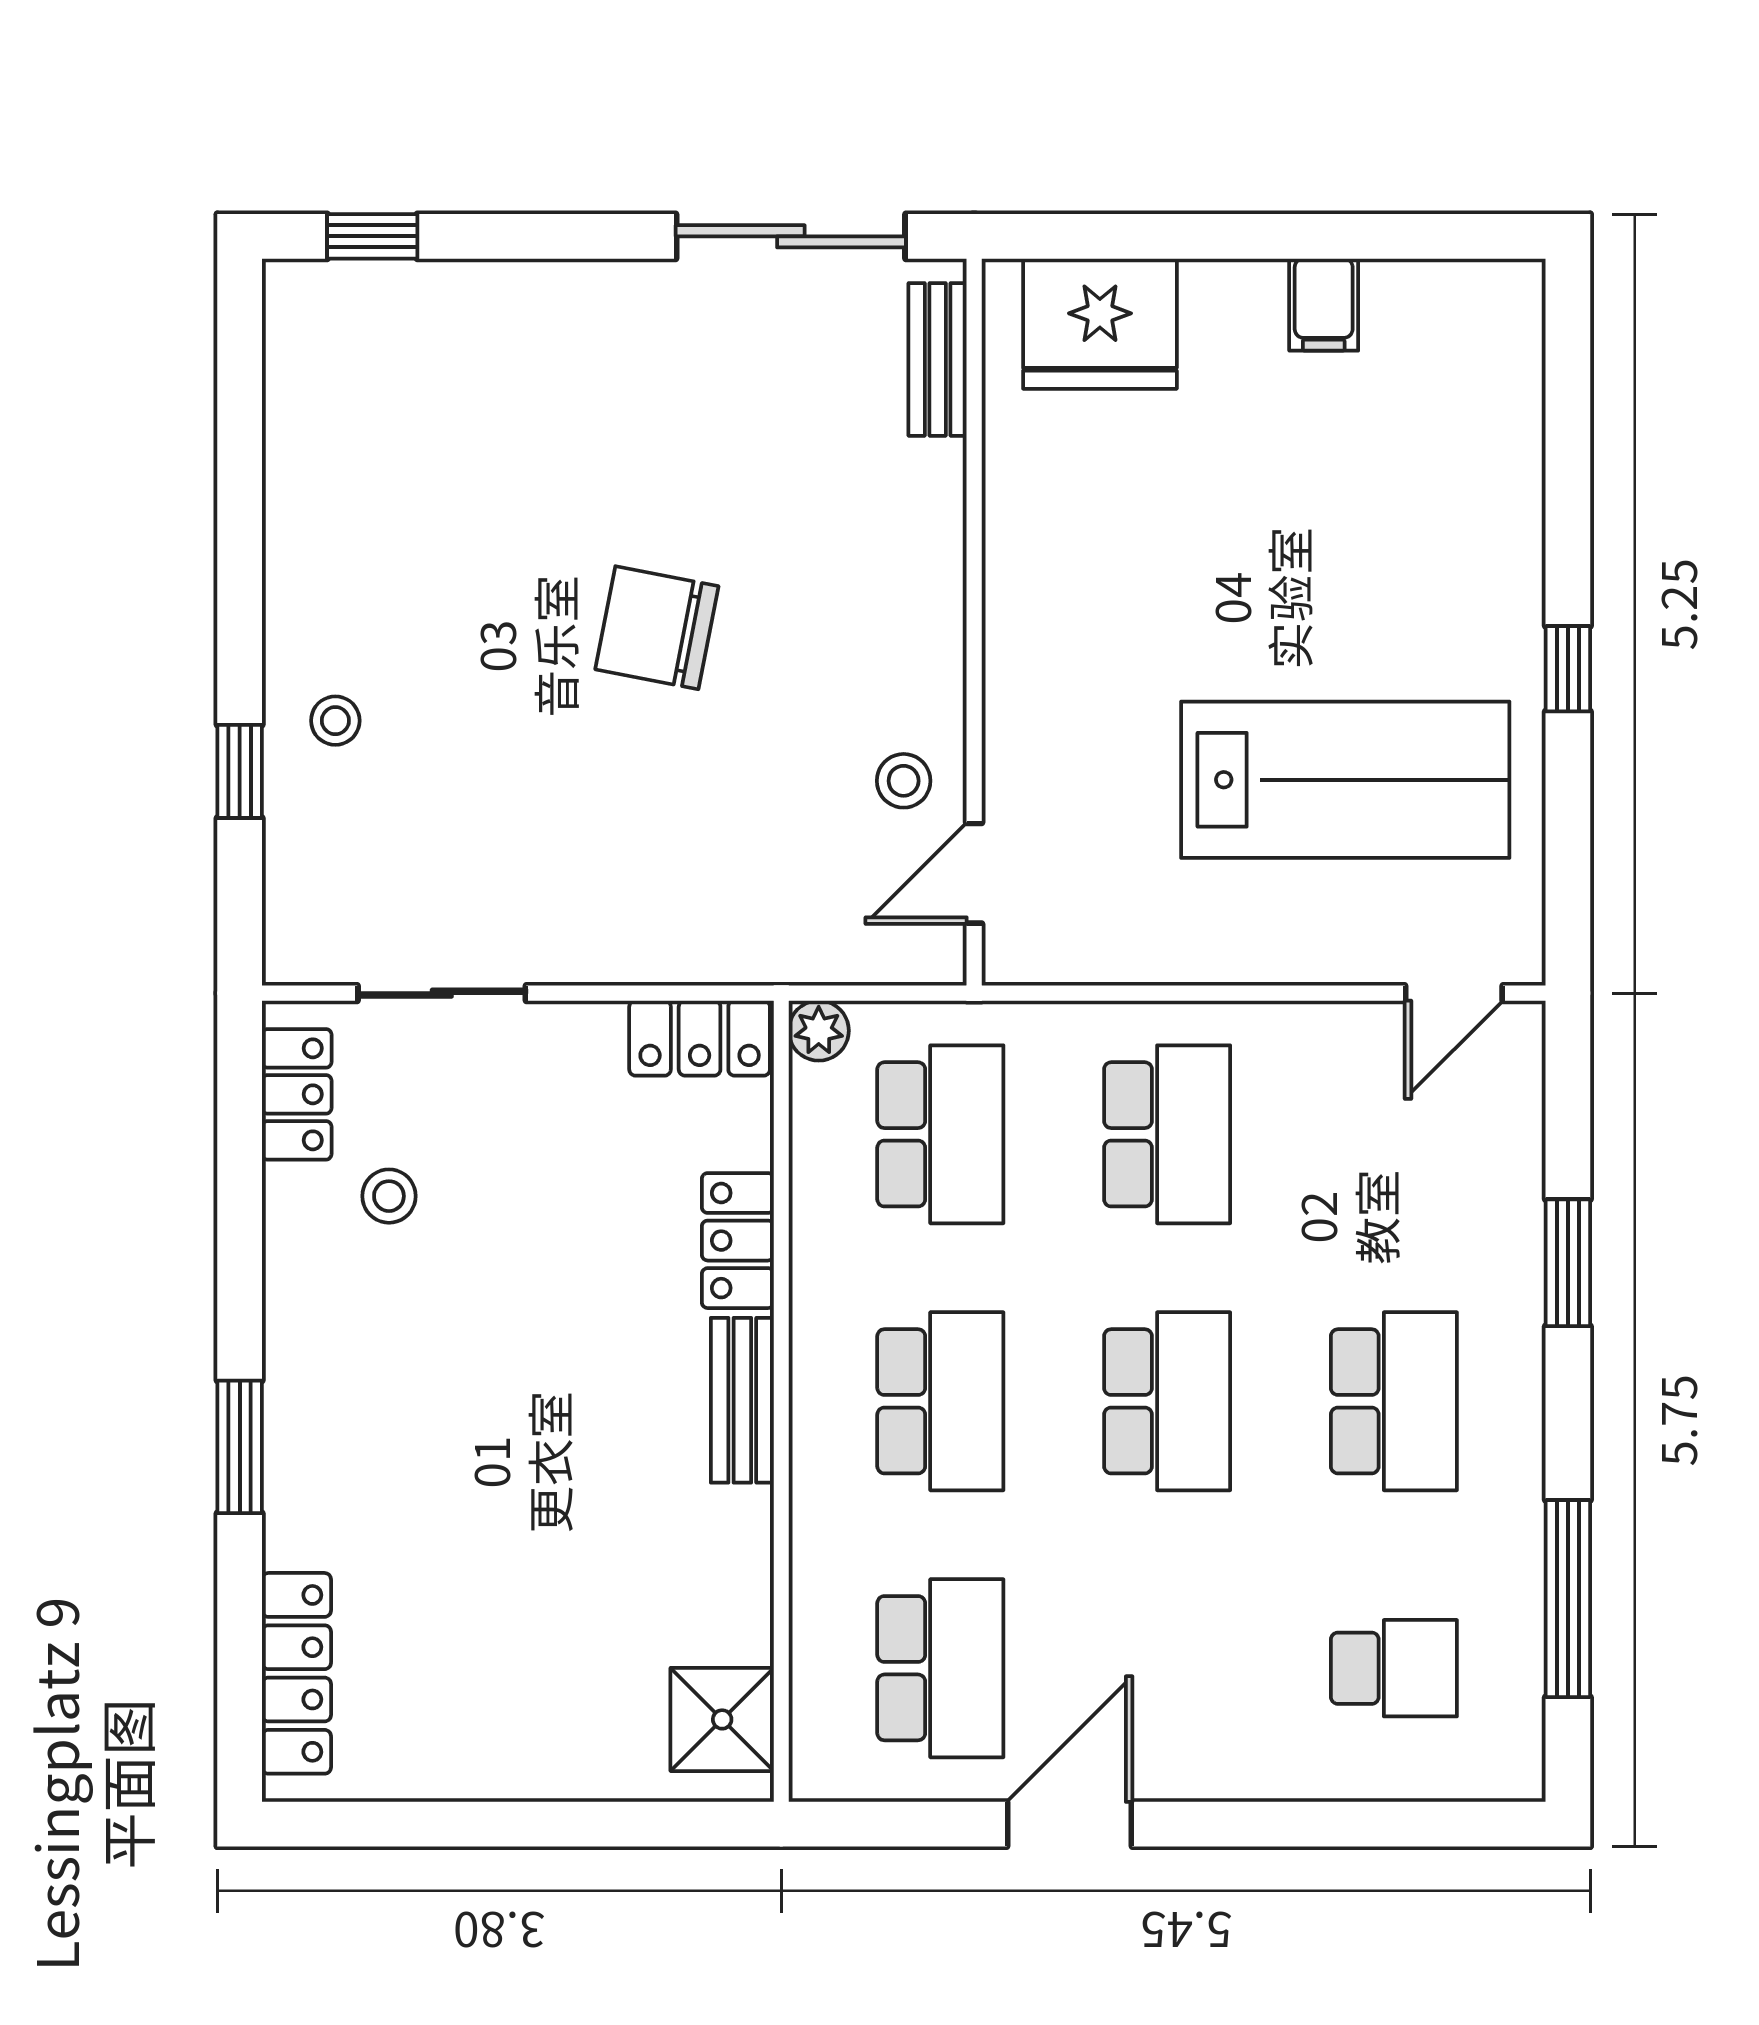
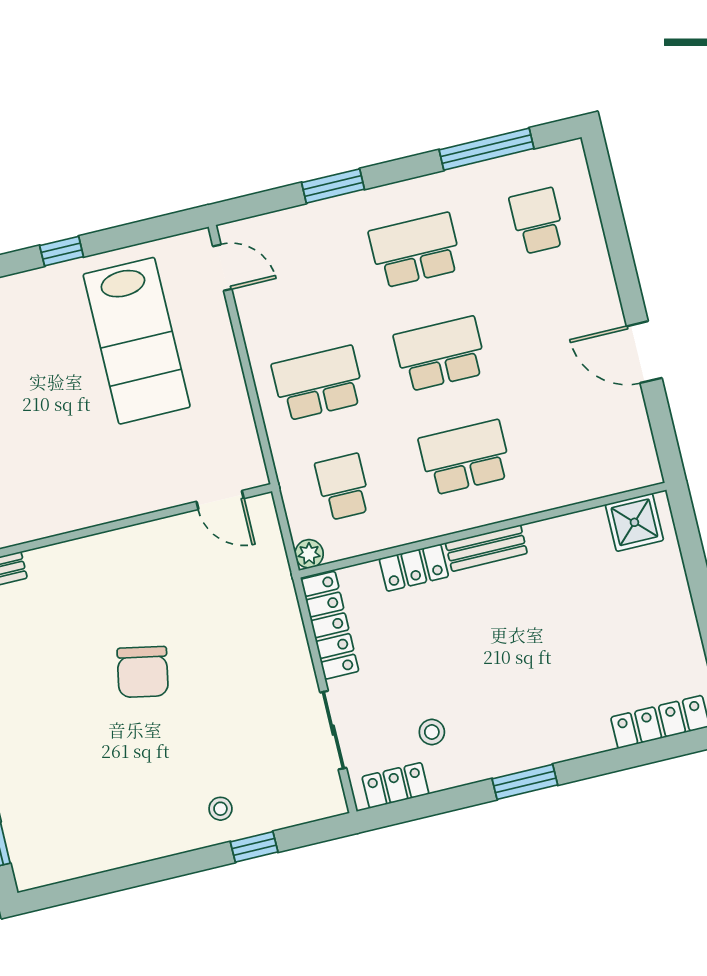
lab bench: (1345, 780) -> (137, 341), turned 180
stool: (904, 781) -> (186, 542), removed
locker: (700, 1038) -> (330, 625), width x1.53
school desk: (940, 1134) -> (343, 487), width x0.54
window: (240, 1447) -> (525, 782), moved
school desk: (940, 1668) -> (587, 428), removed

